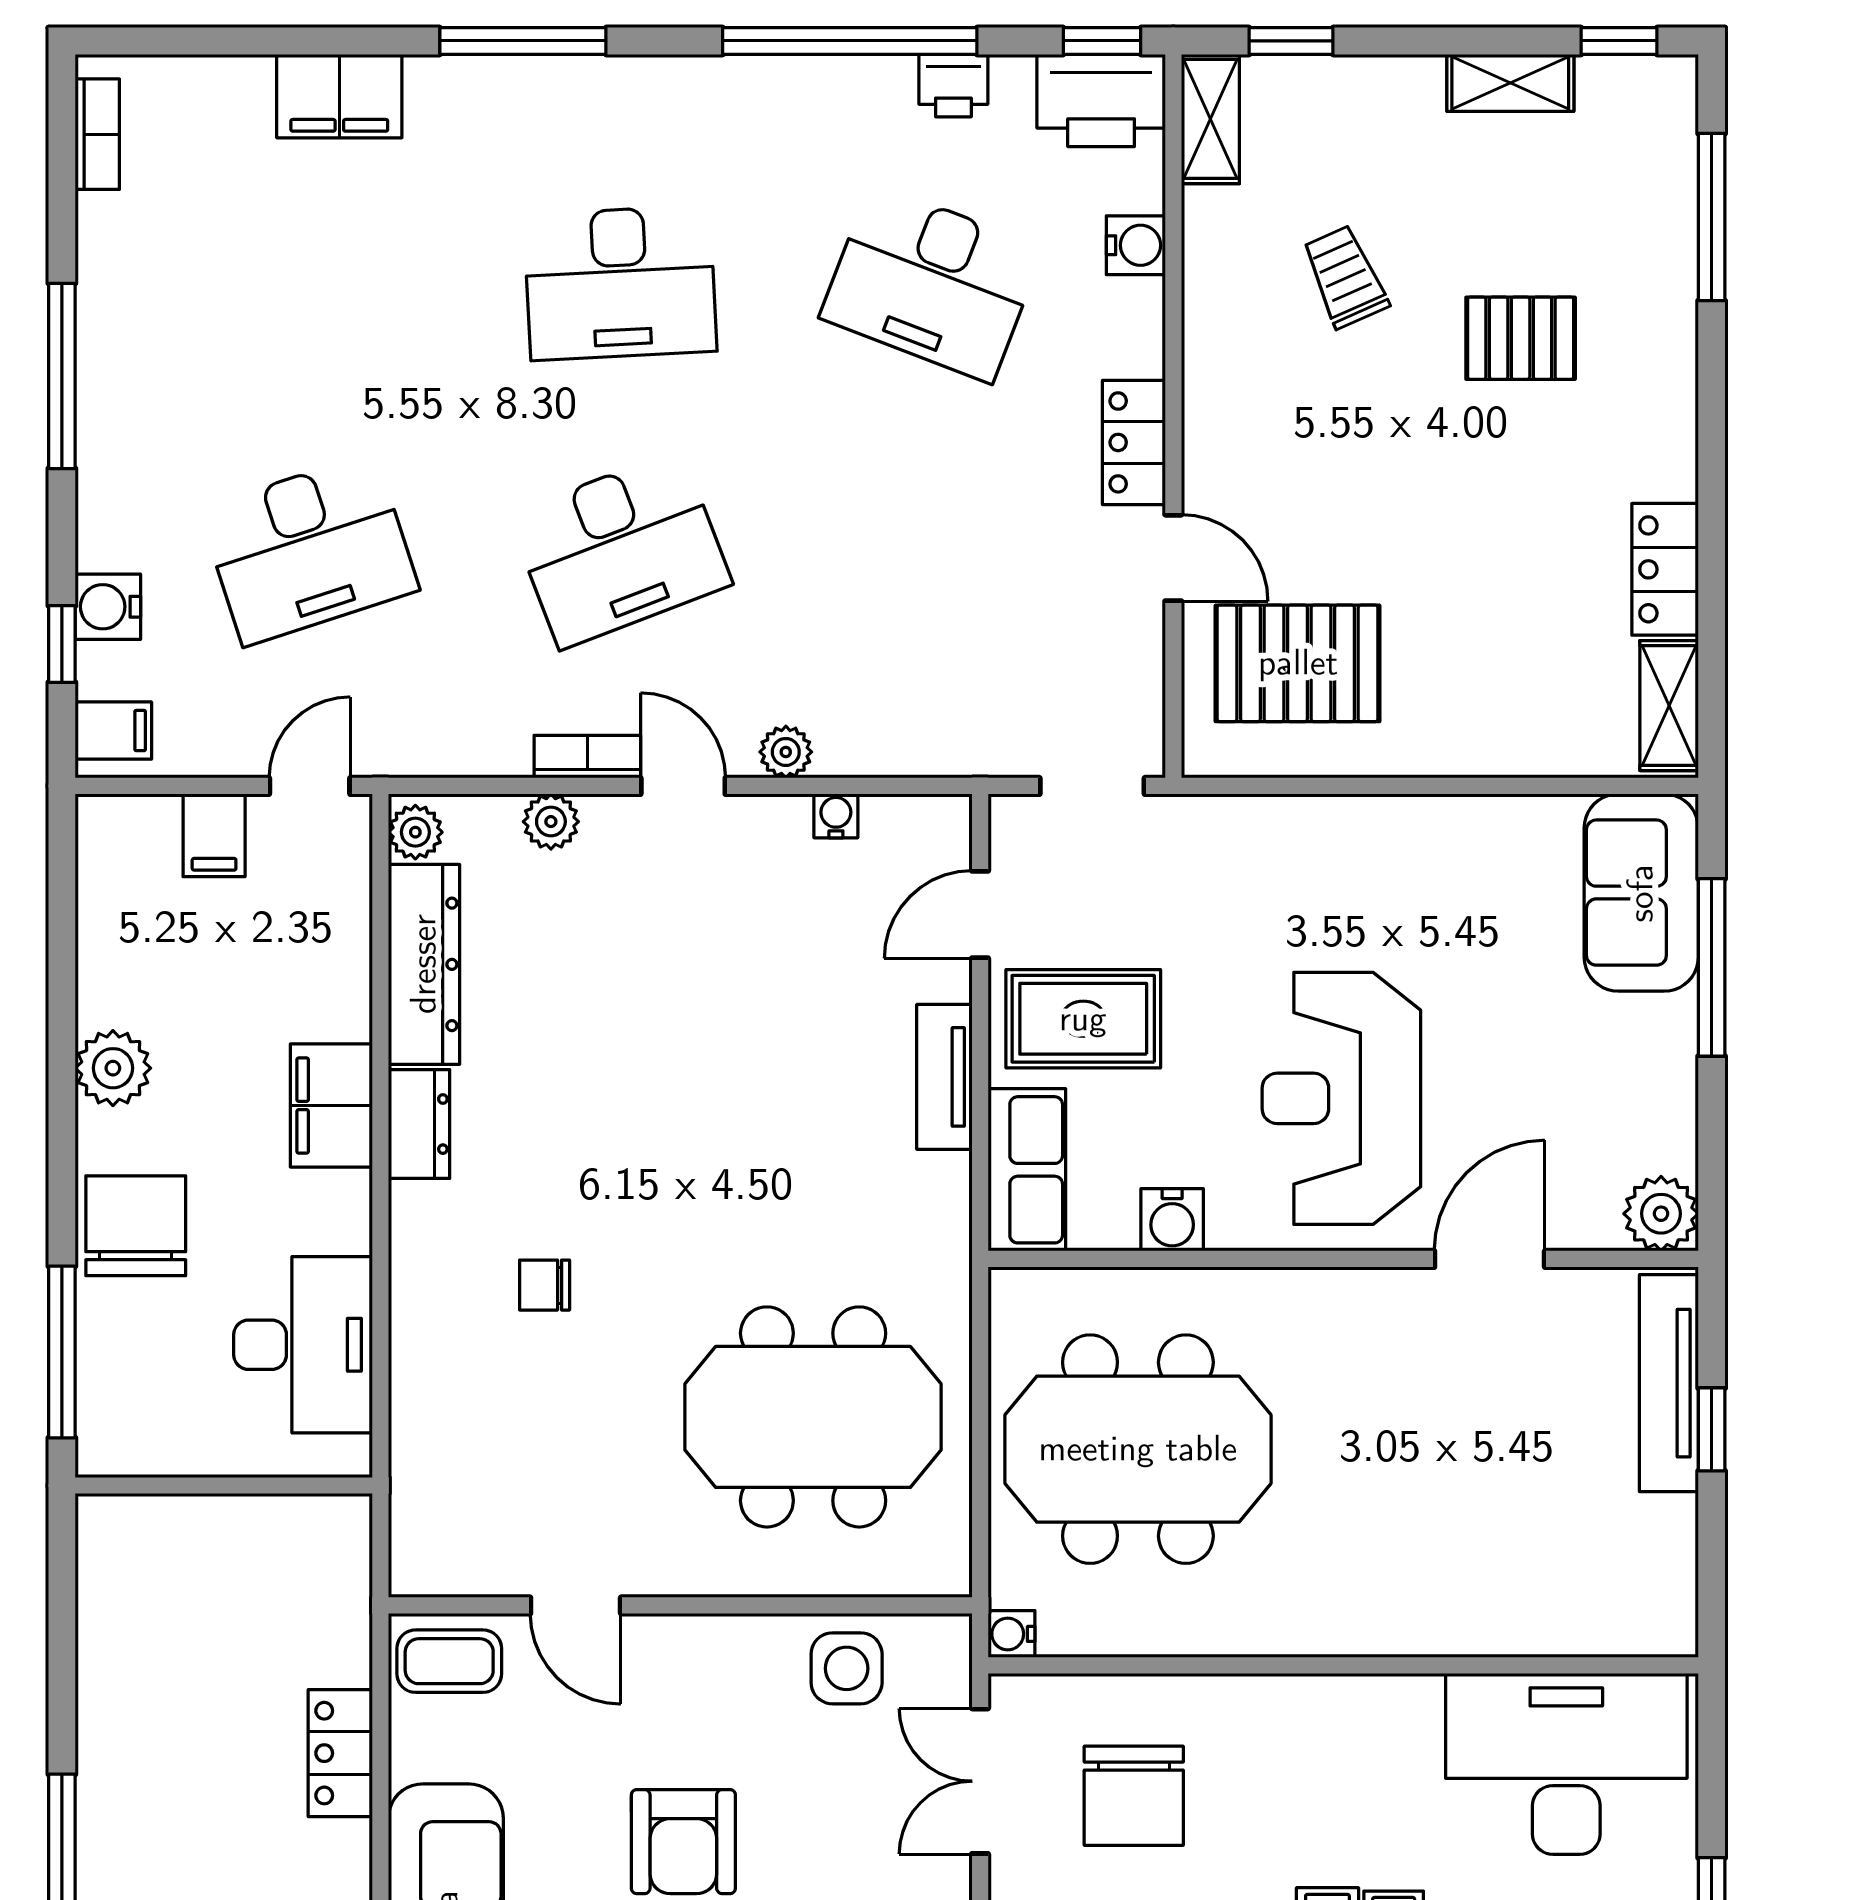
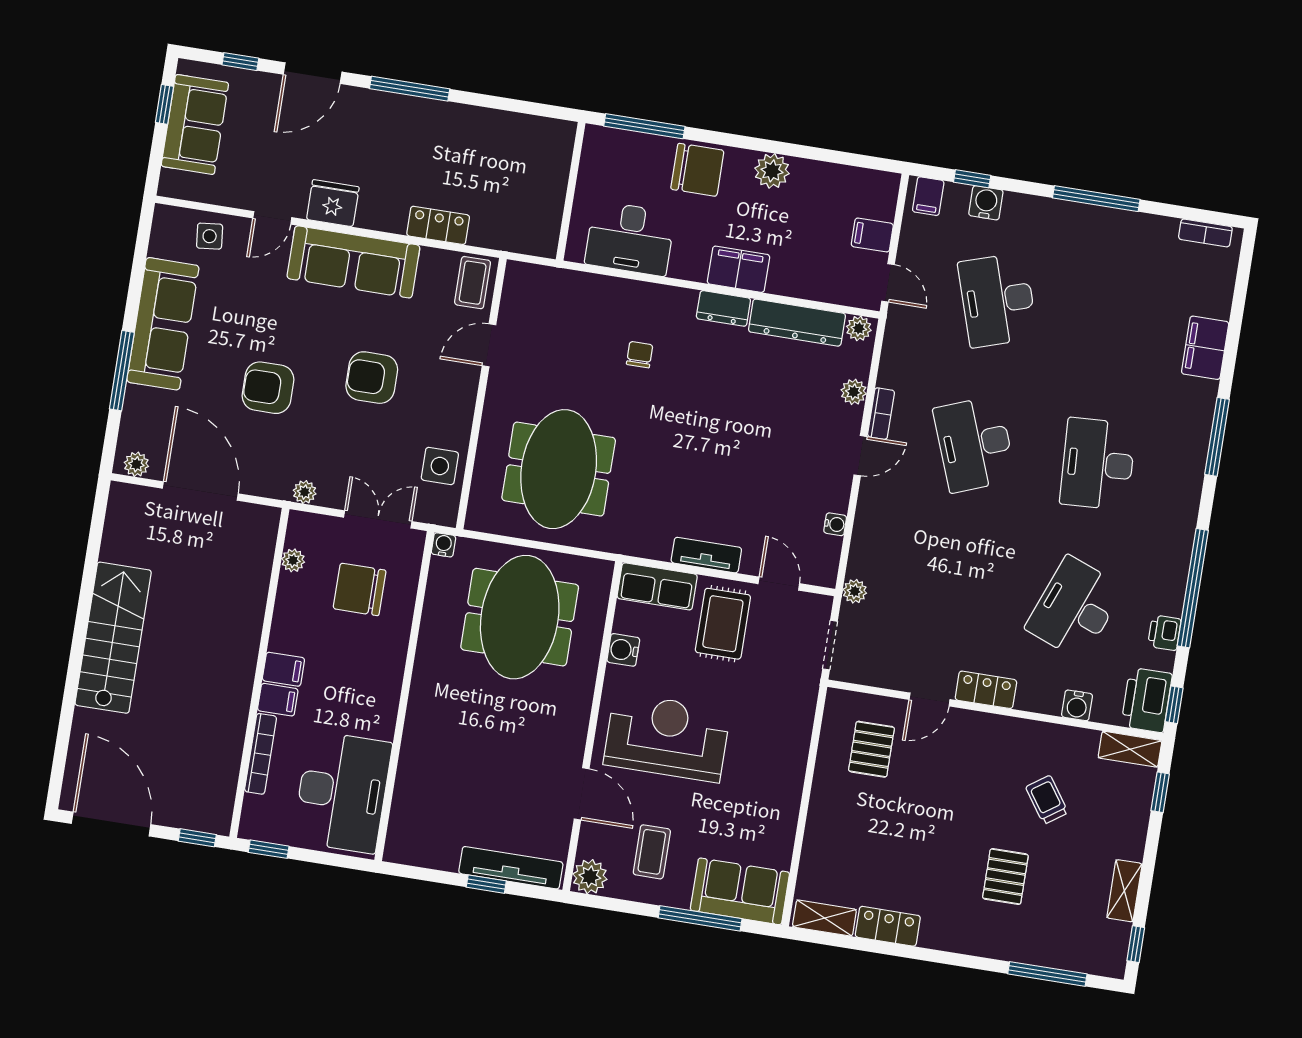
trolley: (1345, 277) -> (1047, 800), turned -101
pallet: (1298, 663) -> (871, 749), width x0.67, depth x0.71
plant: (786, 752) -> (855, 591), moved
coffee table: (1588, 1092) -> (652, 852), added

